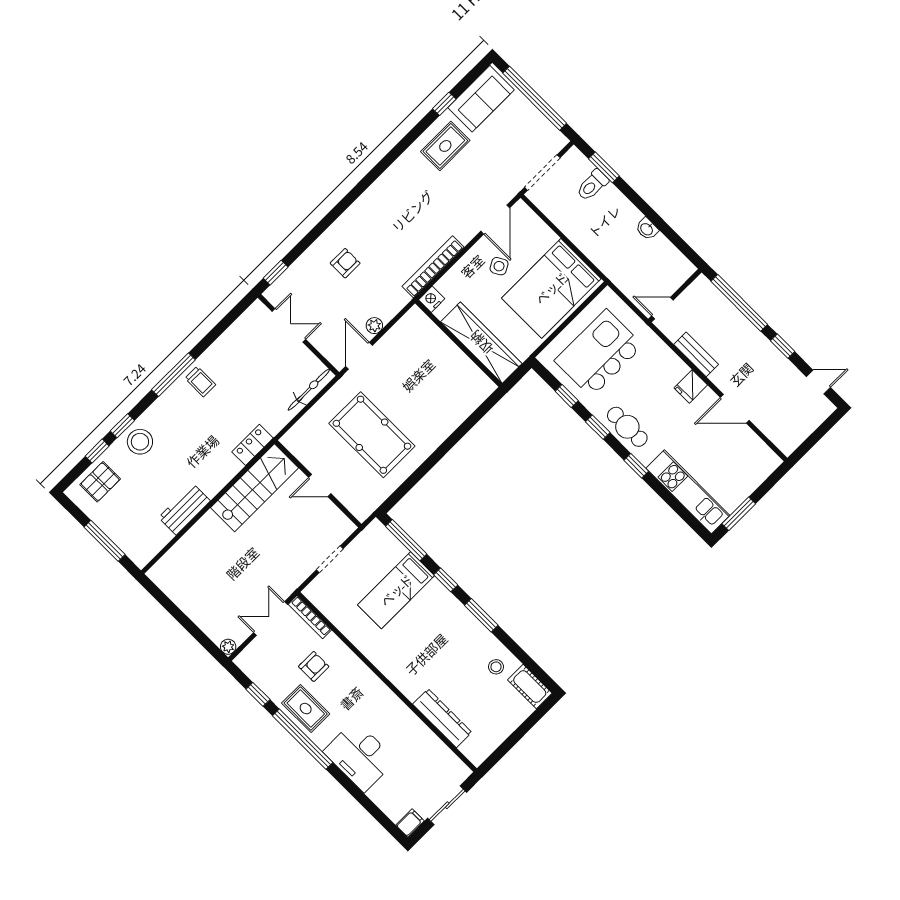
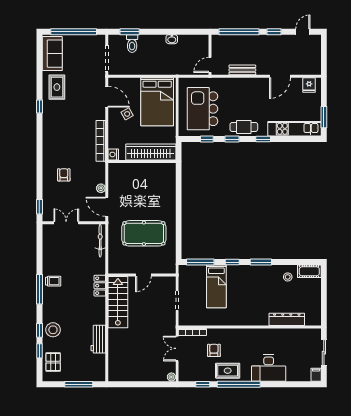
window: (444, 104) -> (39, 106), moved
fridge: (691, 386) -> (309, 85), moved

